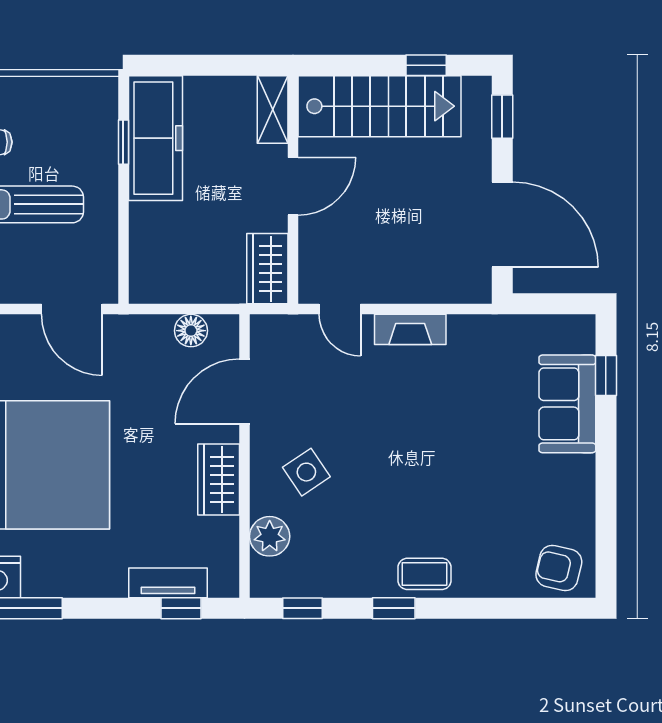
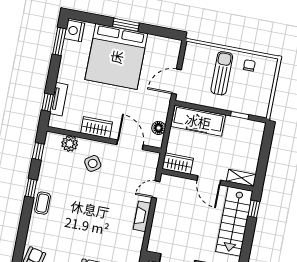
window: (426, 65) -> (254, 209), moved
freezer: (155, 138) -> (198, 121), moved

